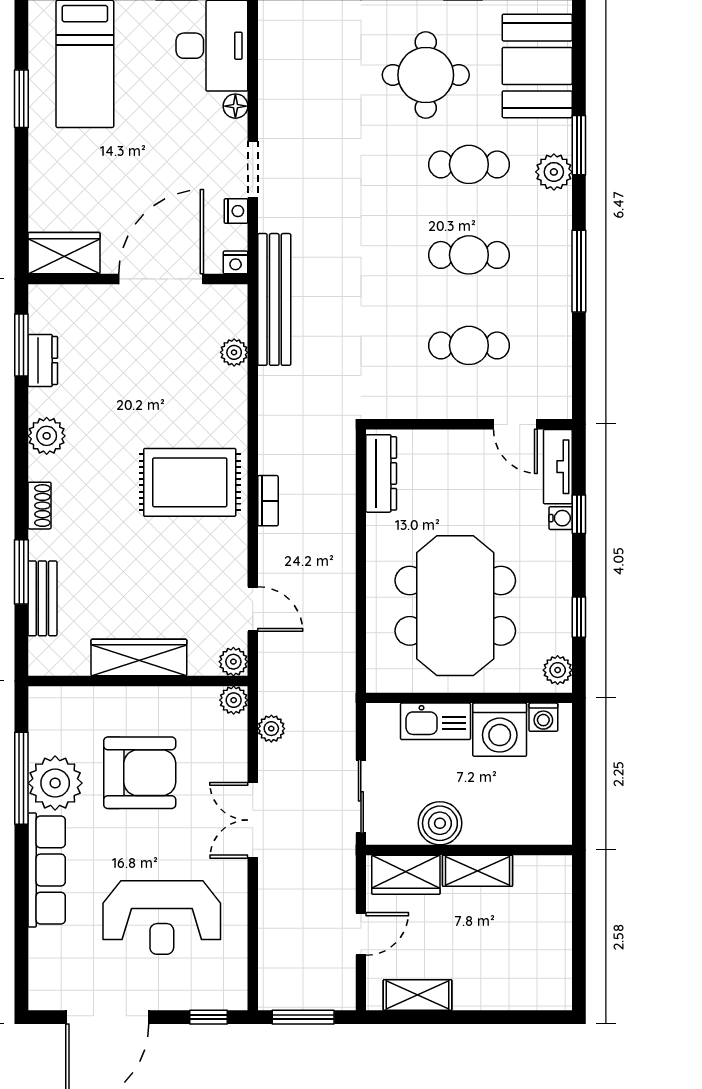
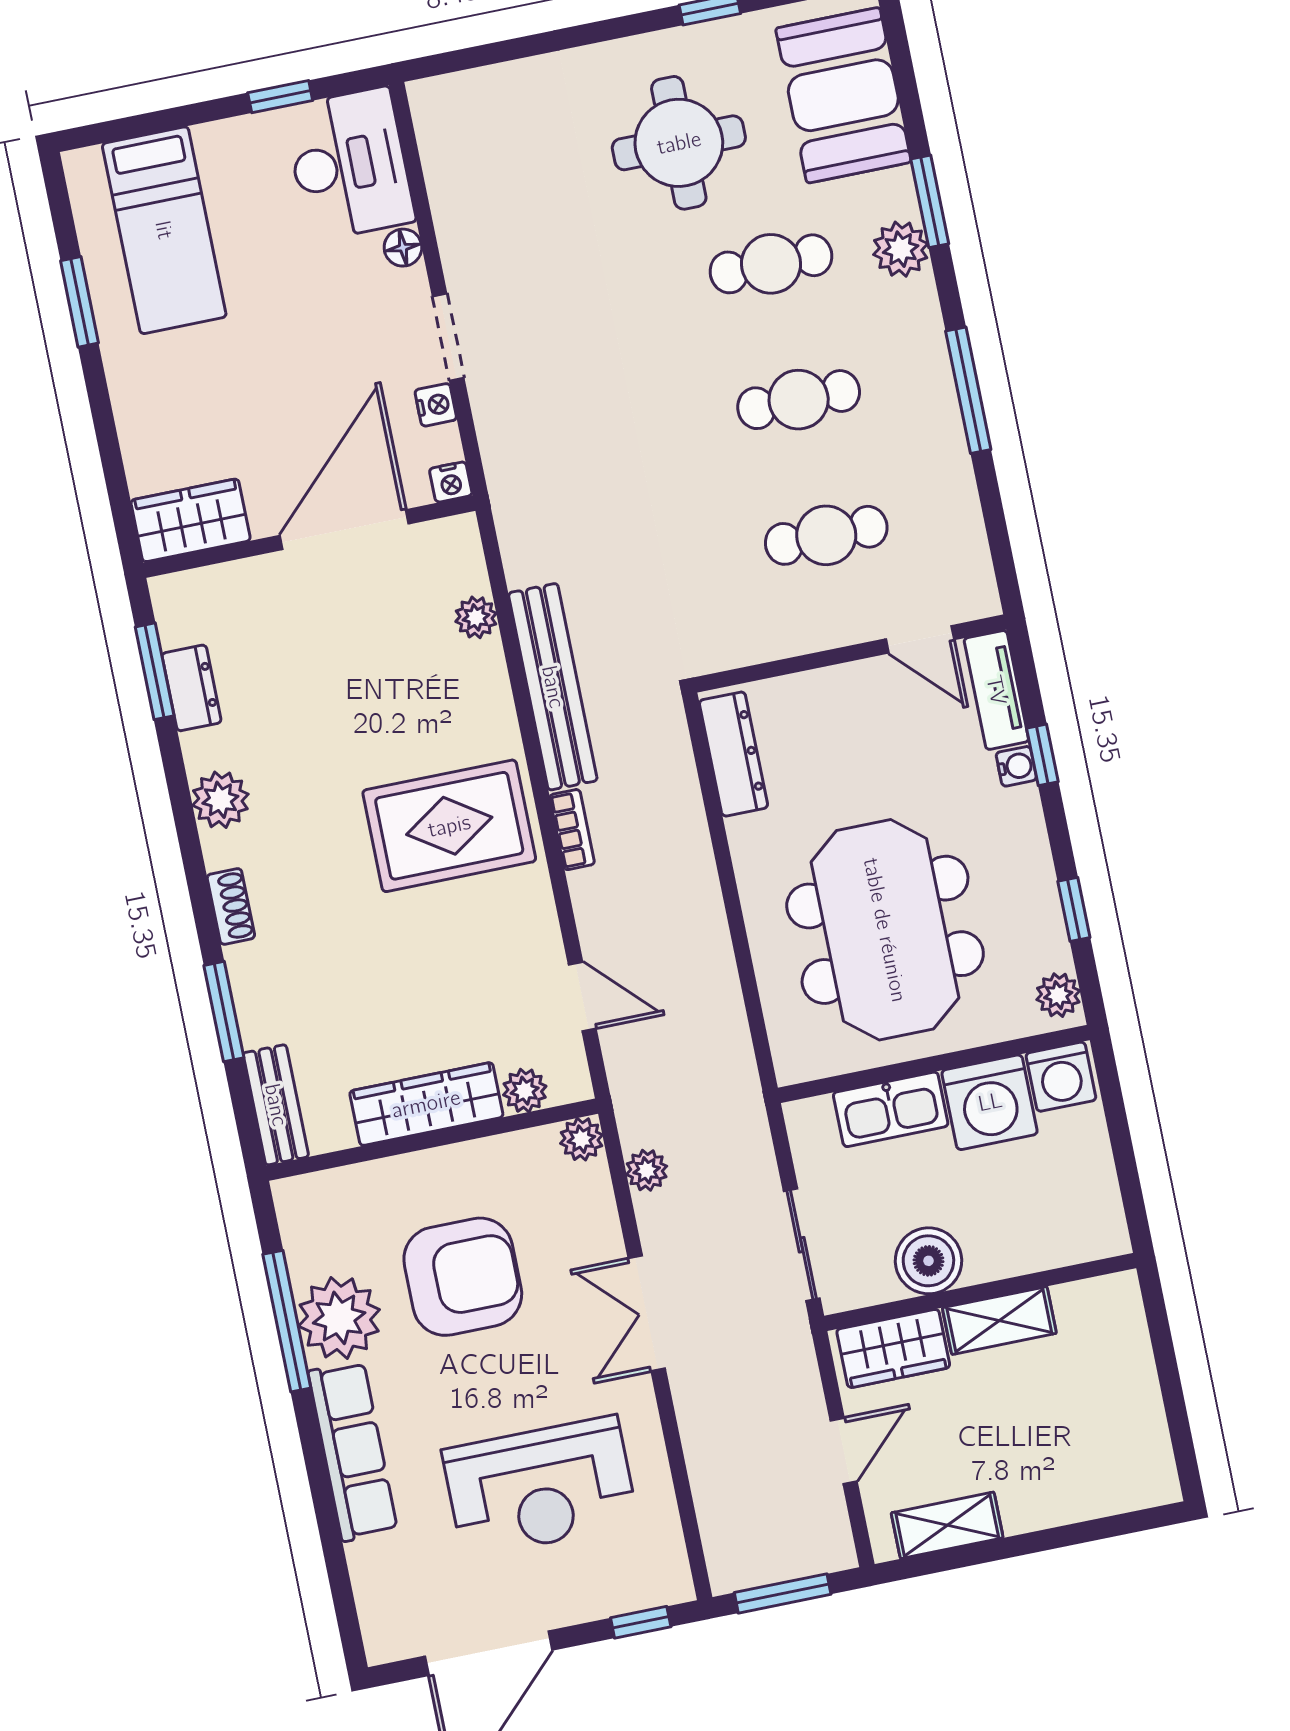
bench: (274, 299) -> (553, 687), moved
bench: (42, 598) -> (276, 1105), moved
plant: (233, 662) -> (525, 1091), moved
washing machine: (543, 717) -> (1061, 1077), width x1.38, depth x1.38

